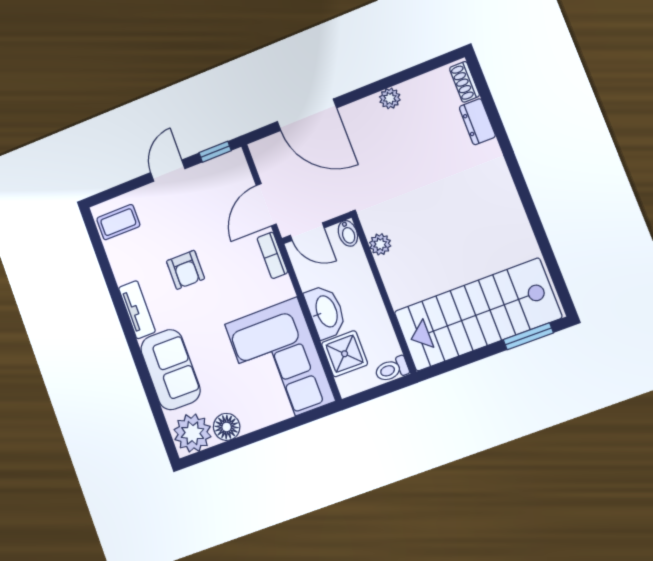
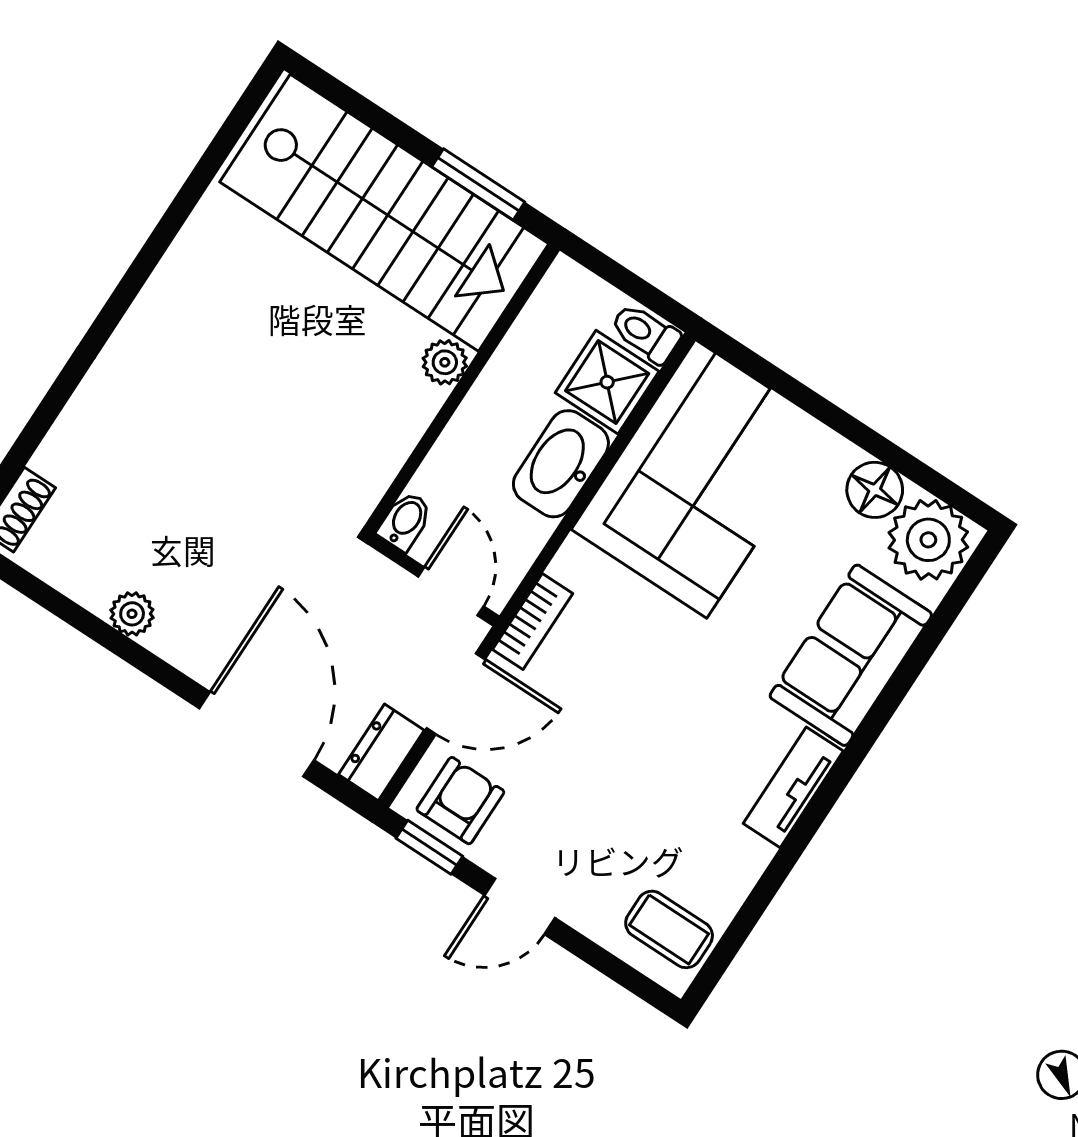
dresser: (477, 122) -> (381, 752), moved, turned 180
plant: (380, 244) -> (445, 362), moved
armchair: (186, 270) -> (460, 801), moved
window: (528, 336) -> (478, 184), moved
toilet: (392, 369) -> (645, 333), moved, turned 180

